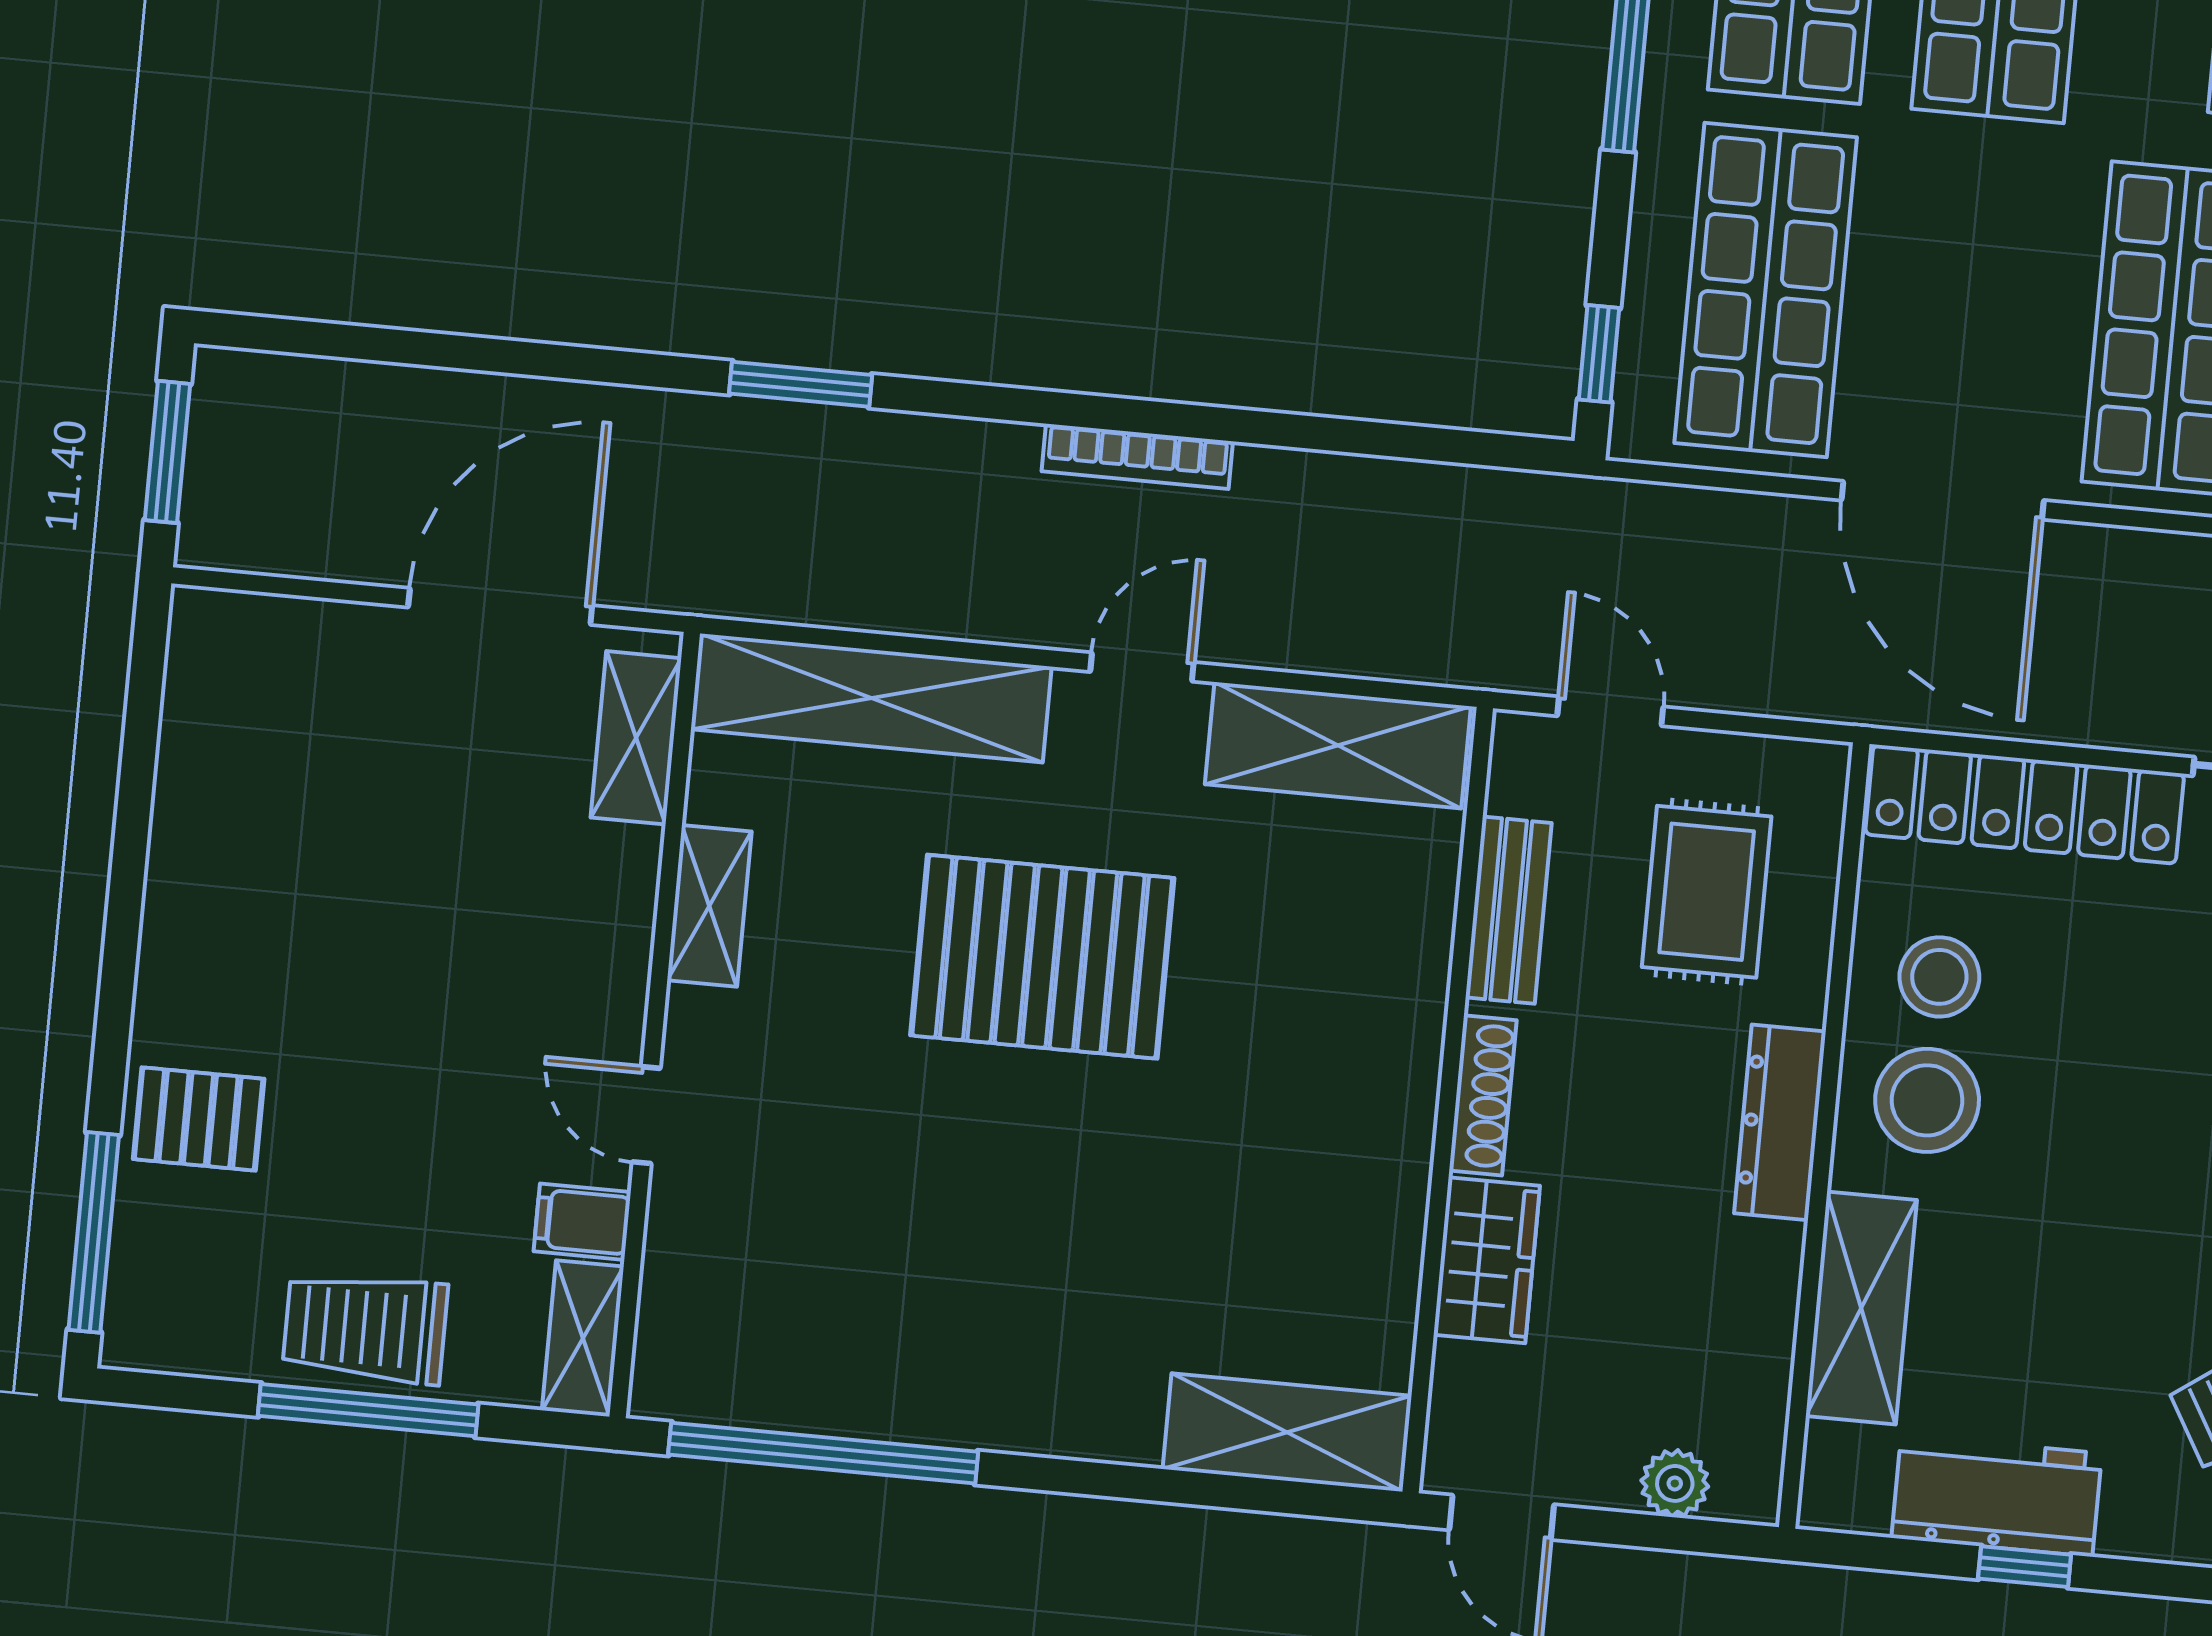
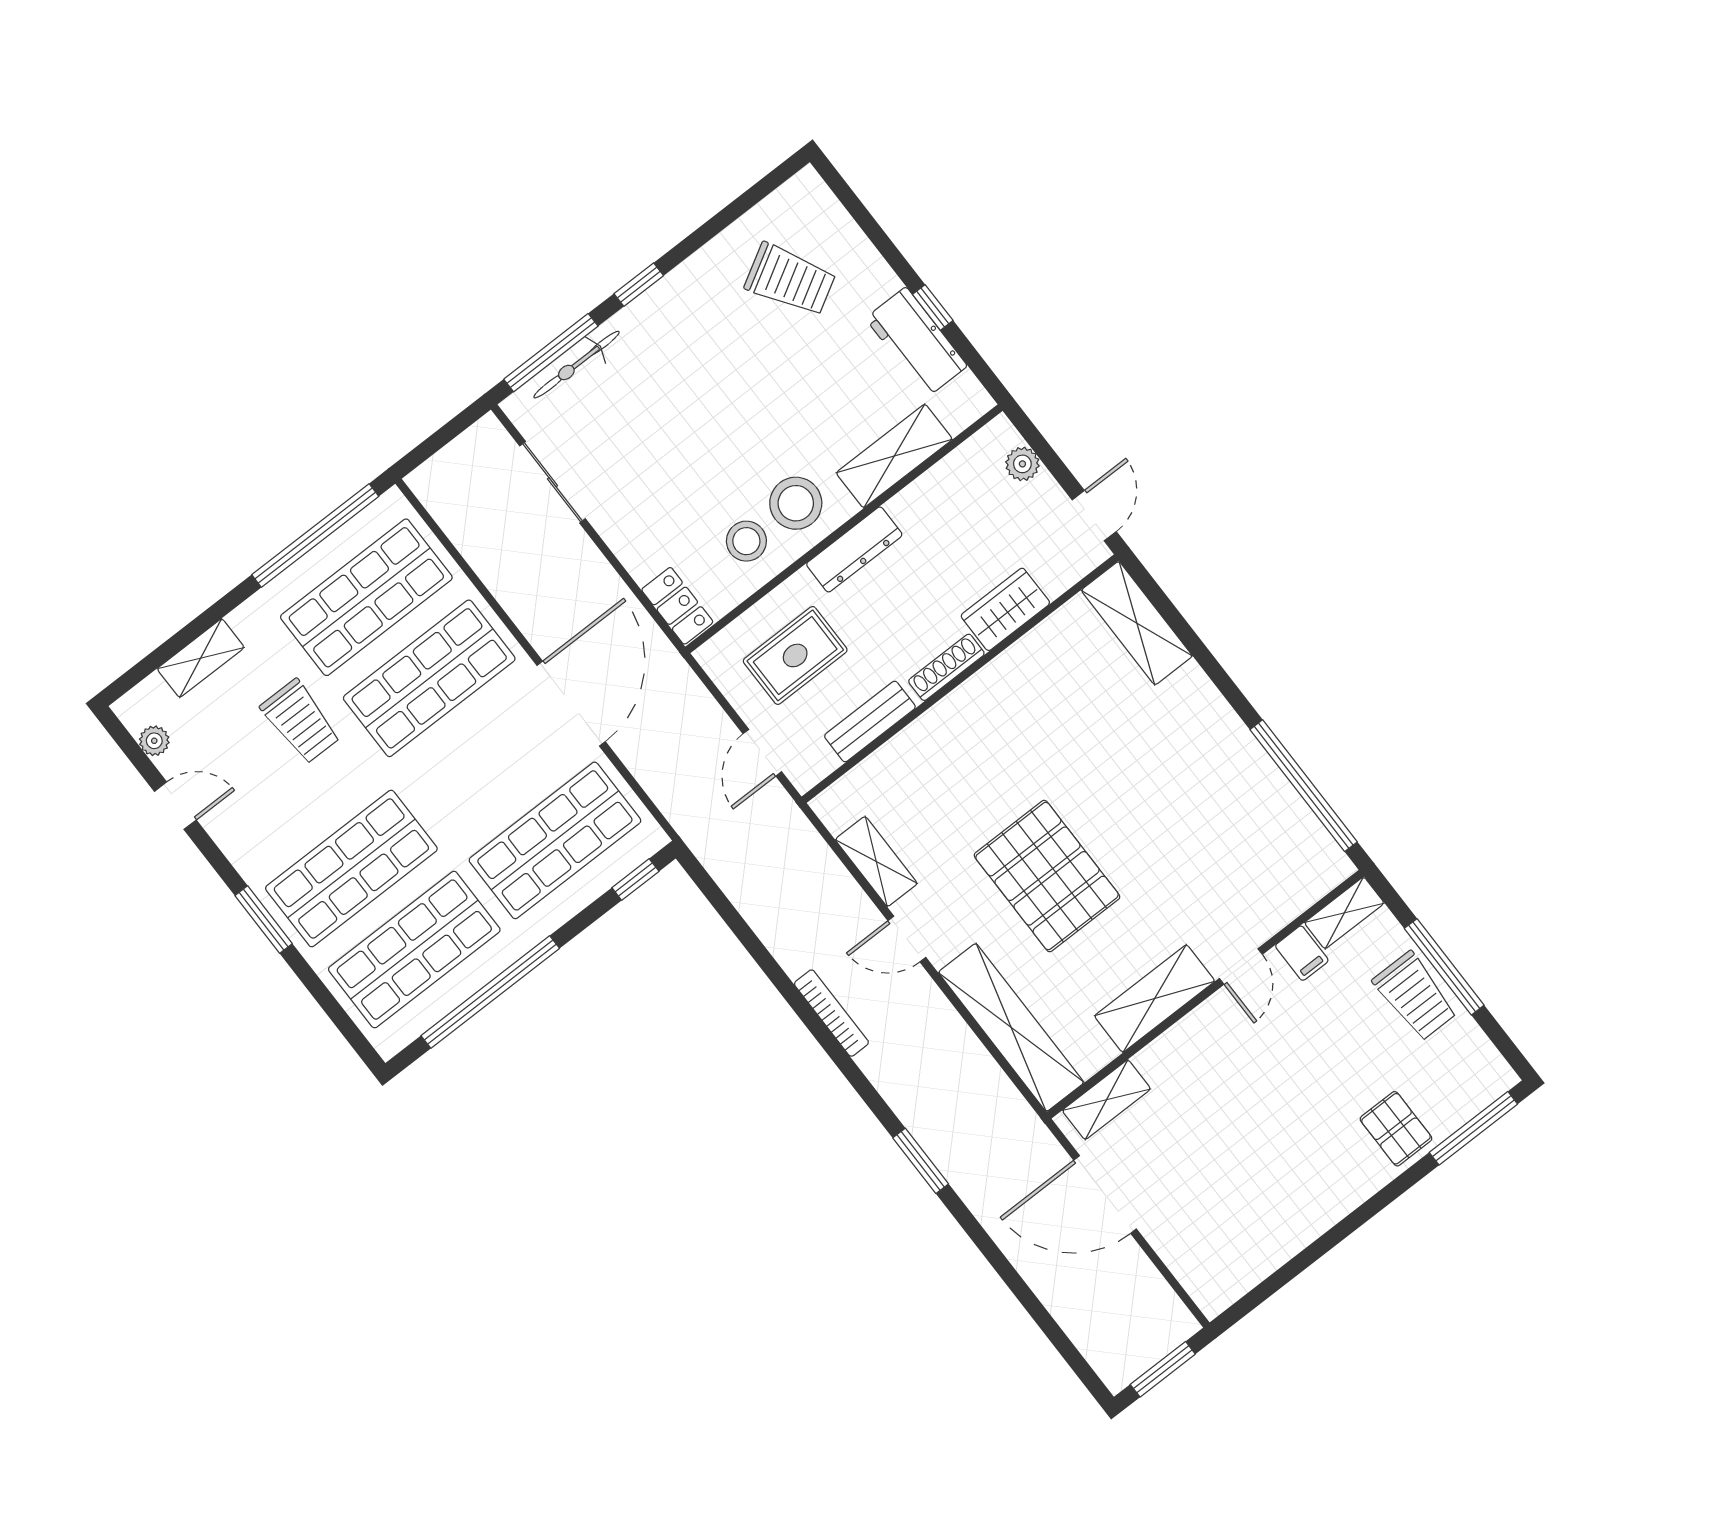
shelving: (1338, 745) -> (876, 861), width x0.67, depth x0.75
locker: (2025, 804) -> (677, 606), width x0.46, depth x0.83
shelving: (709, 906) -> (1155, 999), width x1.50, depth x1.33

